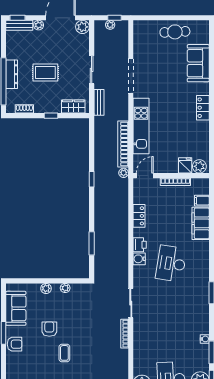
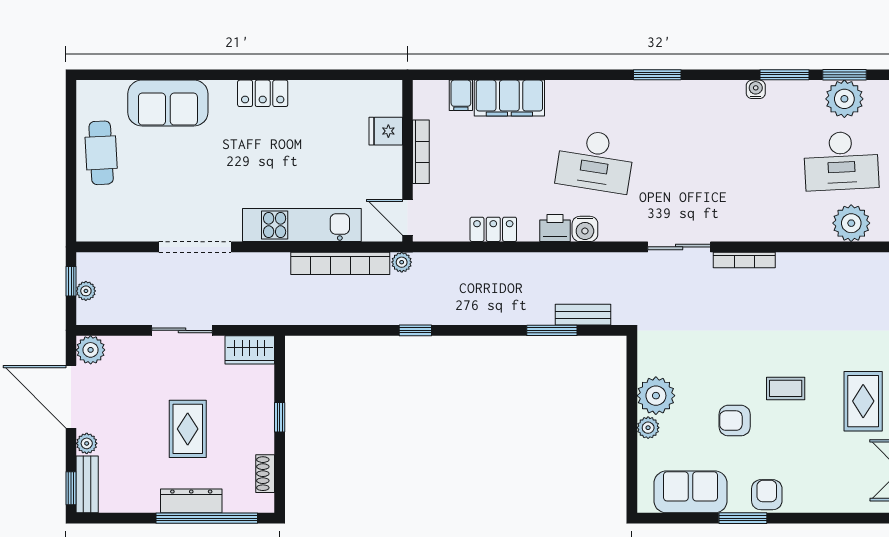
bench: (99, 102) -> (583, 315), moved
wardrobe: (73, 106) -> (250, 350), moved, turned -90
plant: (199, 166) -> (388, 101), removed
plant: (65, 288) -> (656, 396), width x1.88, depth x1.88

